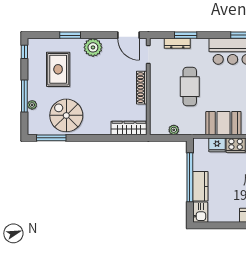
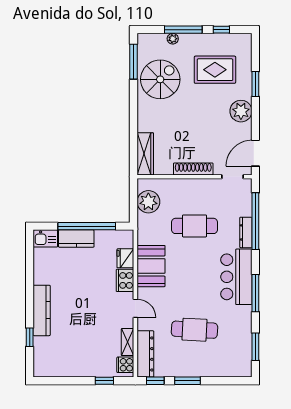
window: (186, 35) -> (255, 221), width x2.11
dresser: (177, 43) -> (246, 232), moved
window: (24, 52) -> (221, 30), moved
plant: (174, 130) -> (148, 202), width x1.88, depth x1.88

